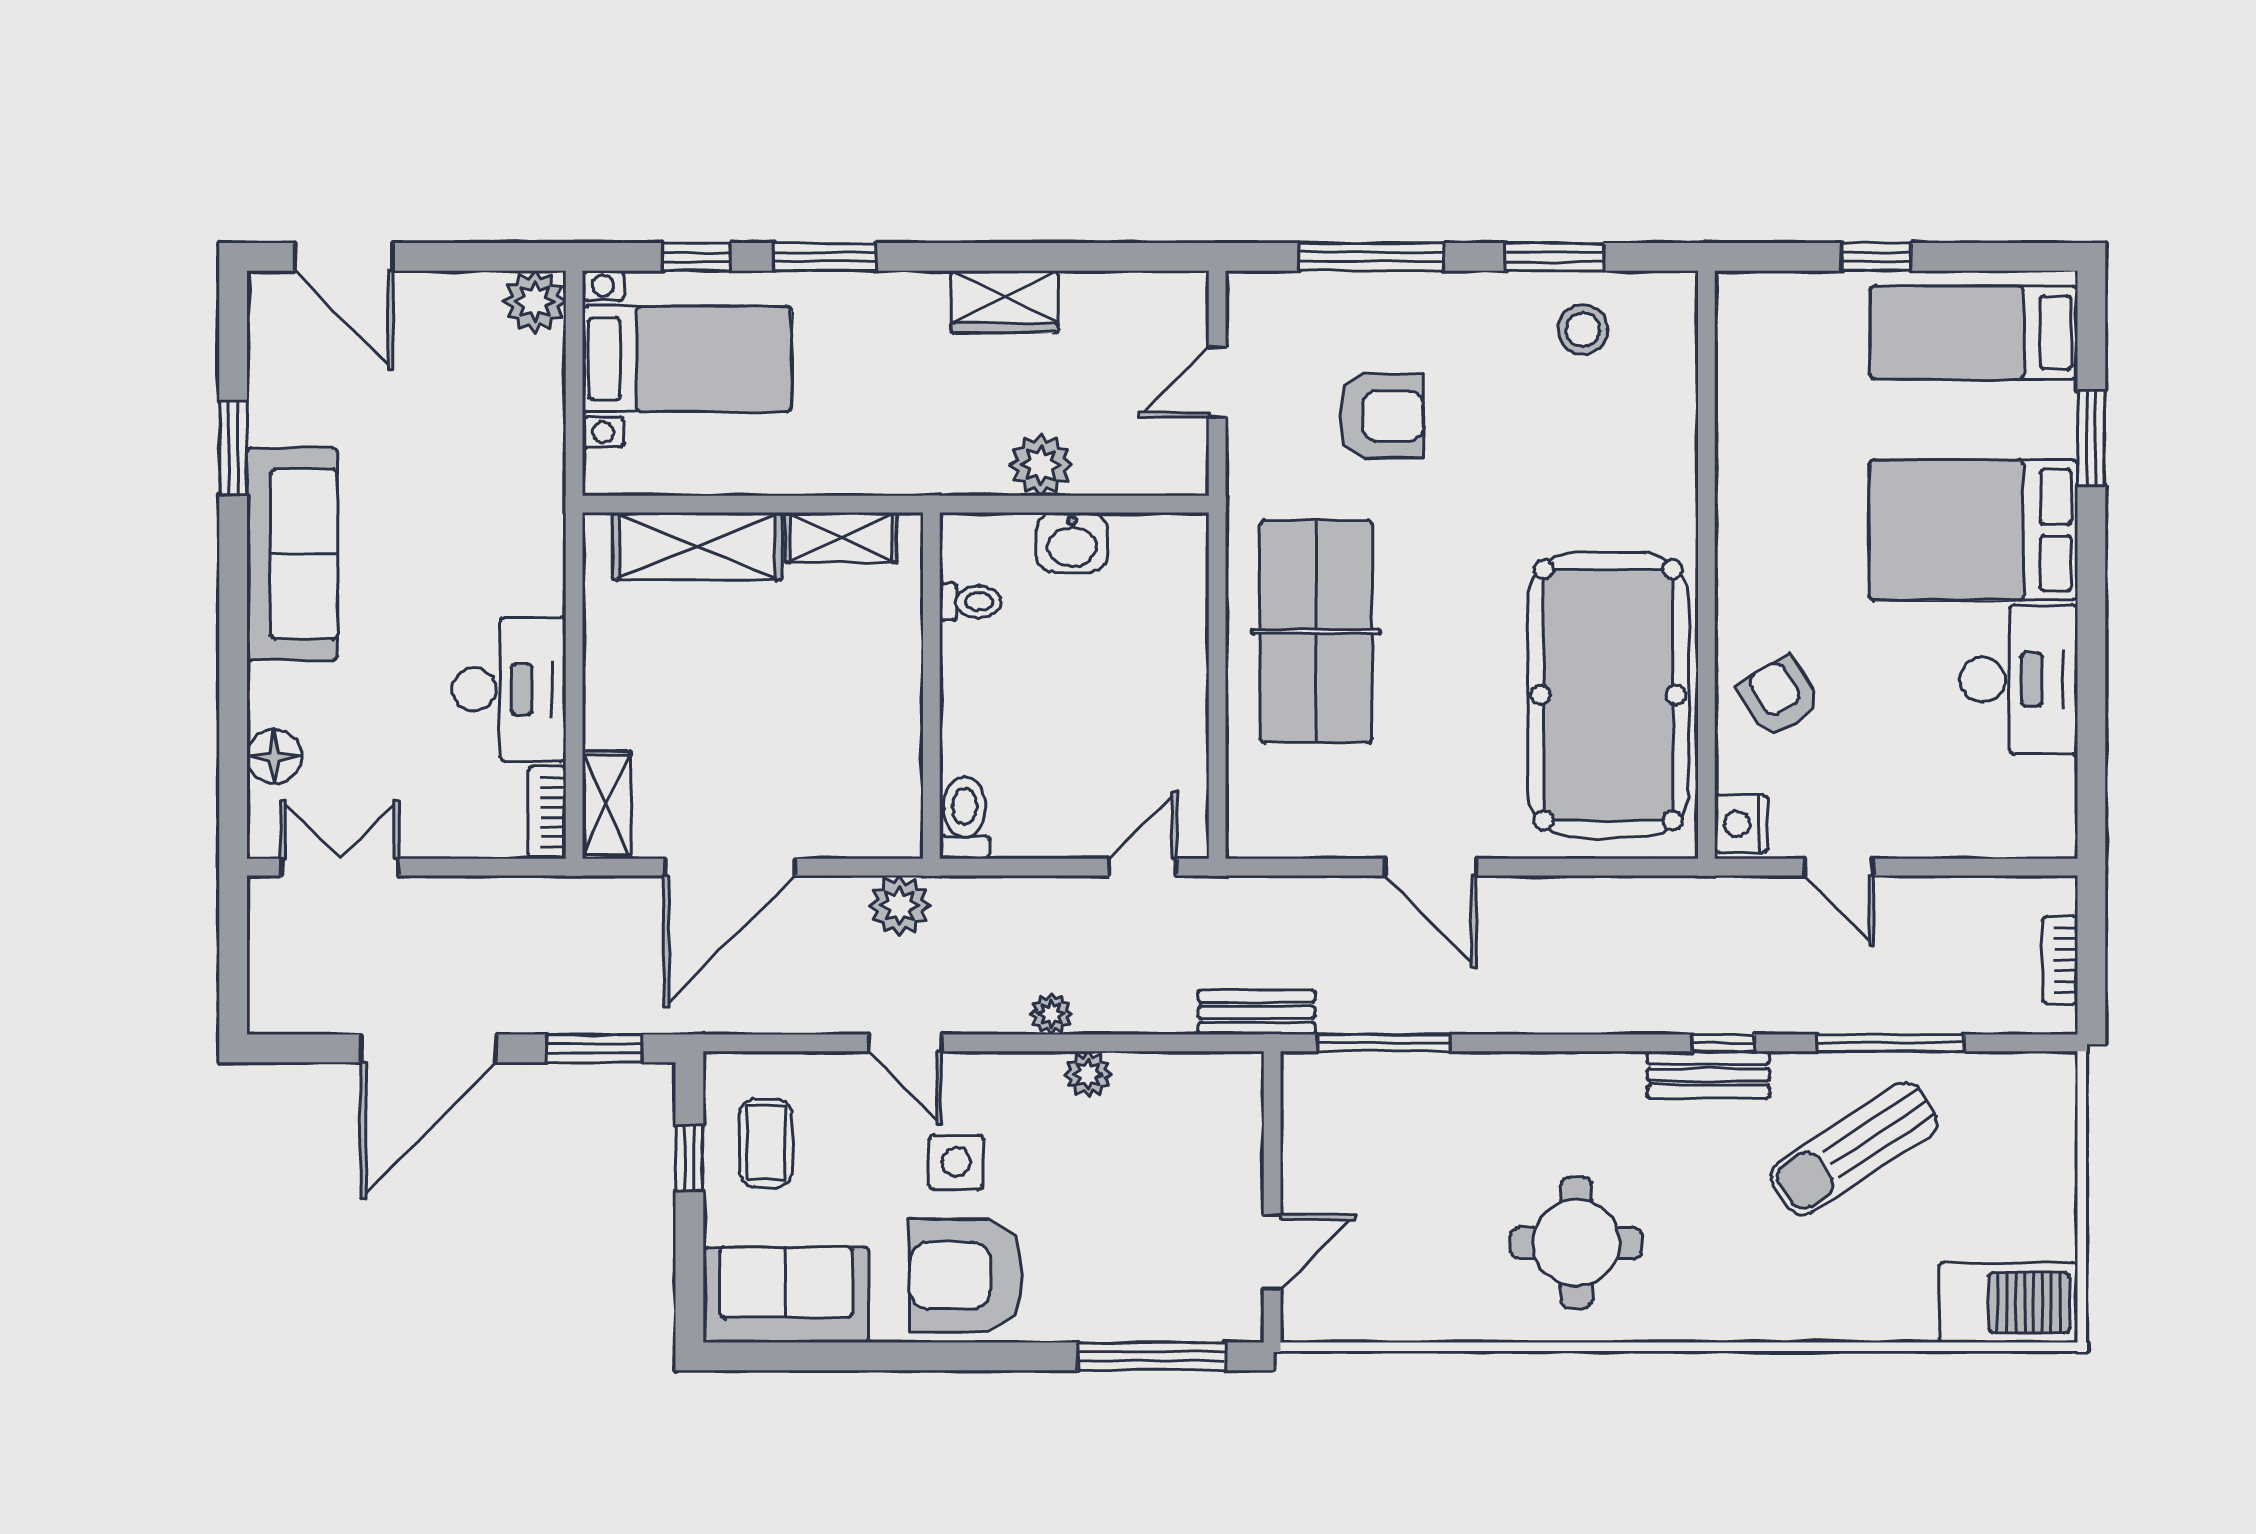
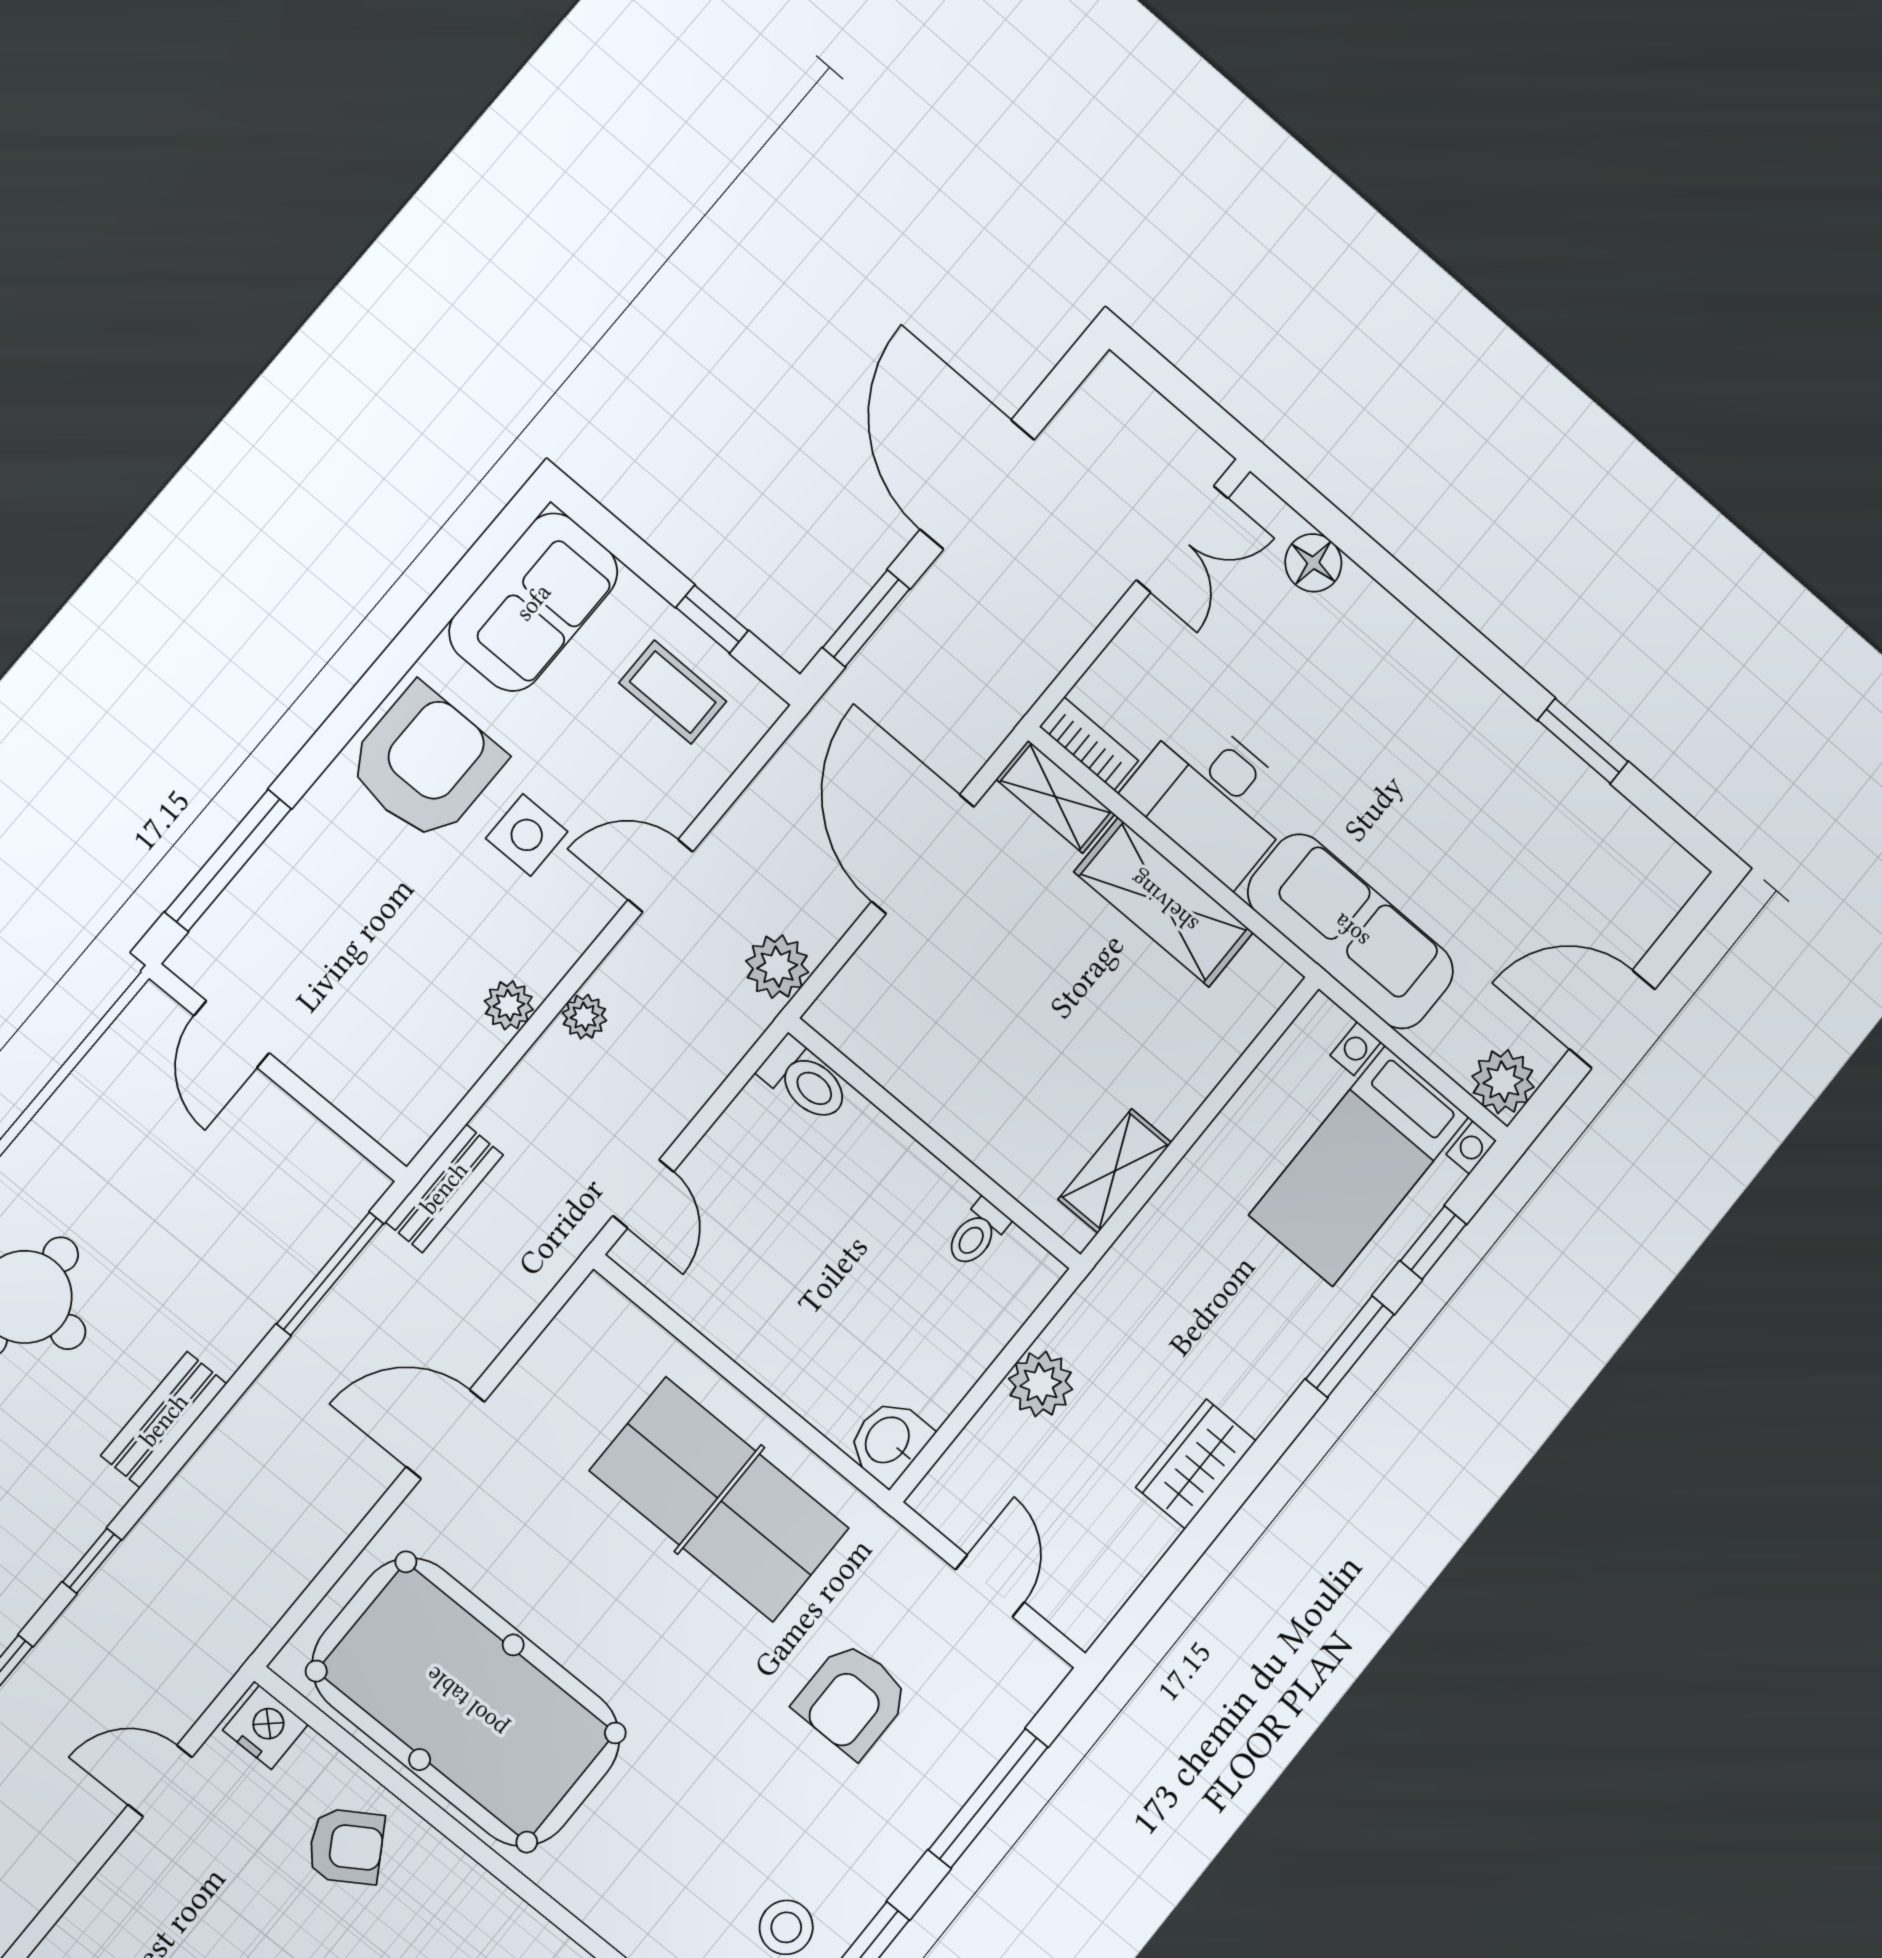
door: (344, 257) -> (1612, 1019), moved
washbasin: (1072, 543) -> (889, 1441), moved
shelving: (697, 546) -> (1164, 902), moved, turned 90
sofa: (292, 554) -> (1351, 931), moved, turned 180
bench: (1708, 1075) -> (164, 1420), moved

